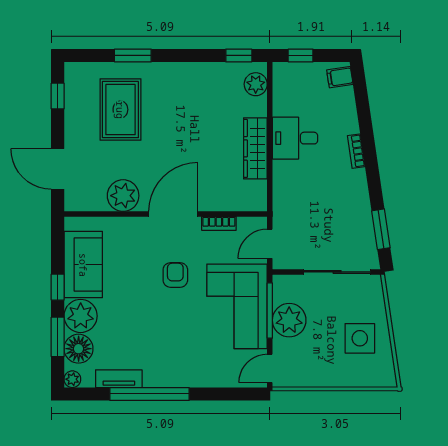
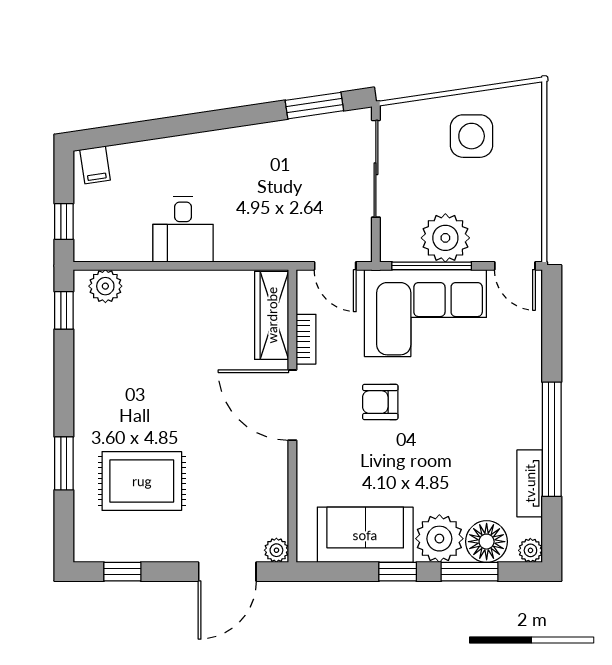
wardrobe: (255, 148) -> (272, 315), moved, turned 90
bookcase: (356, 151) -> (202, 141), removed
plant: (123, 196) -> (276, 550), moved, width x0.53, depth x0.53

